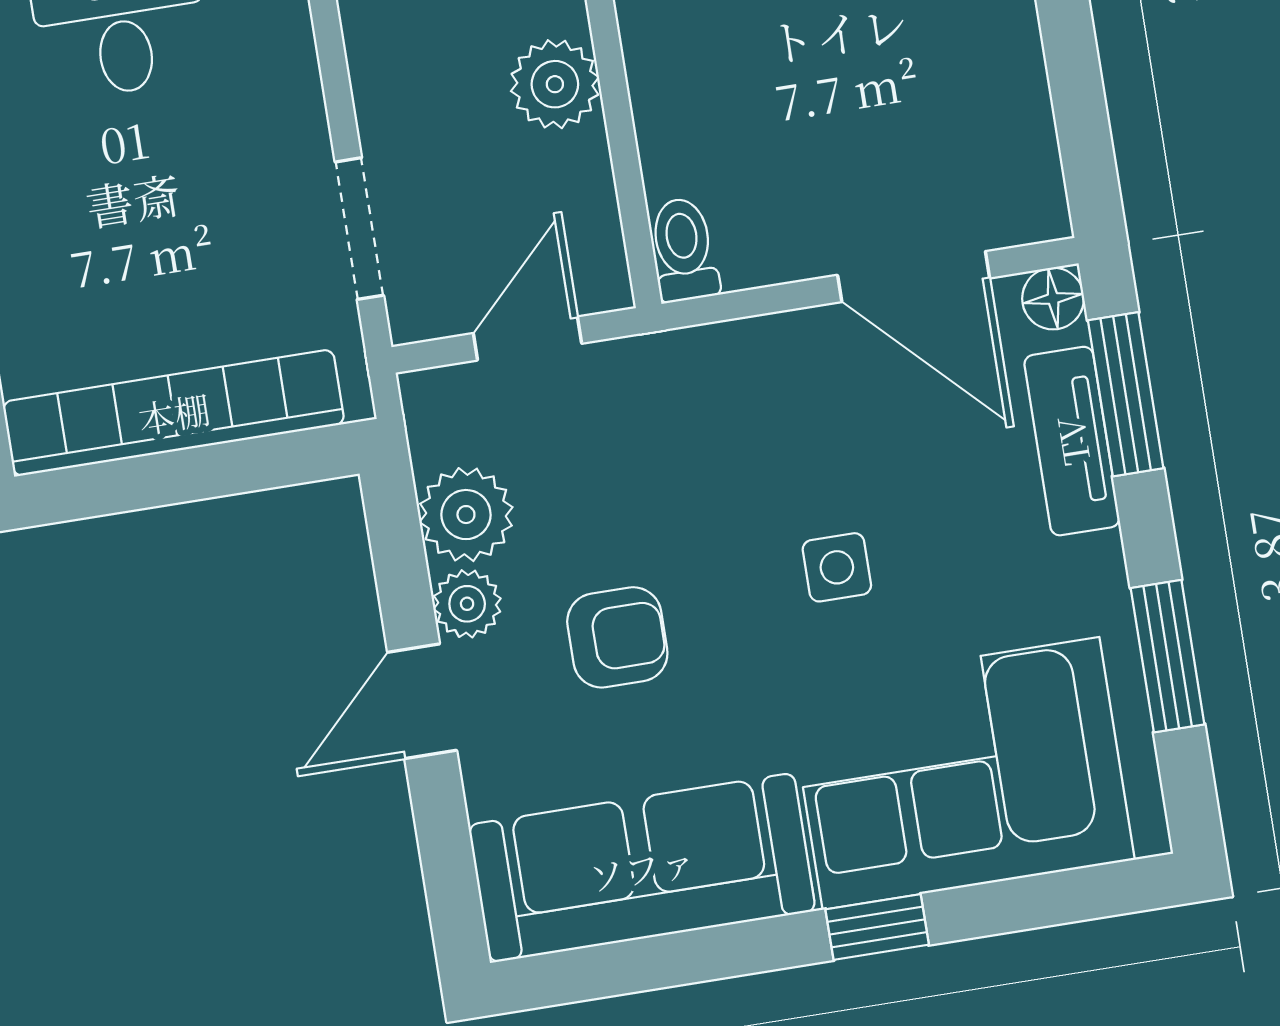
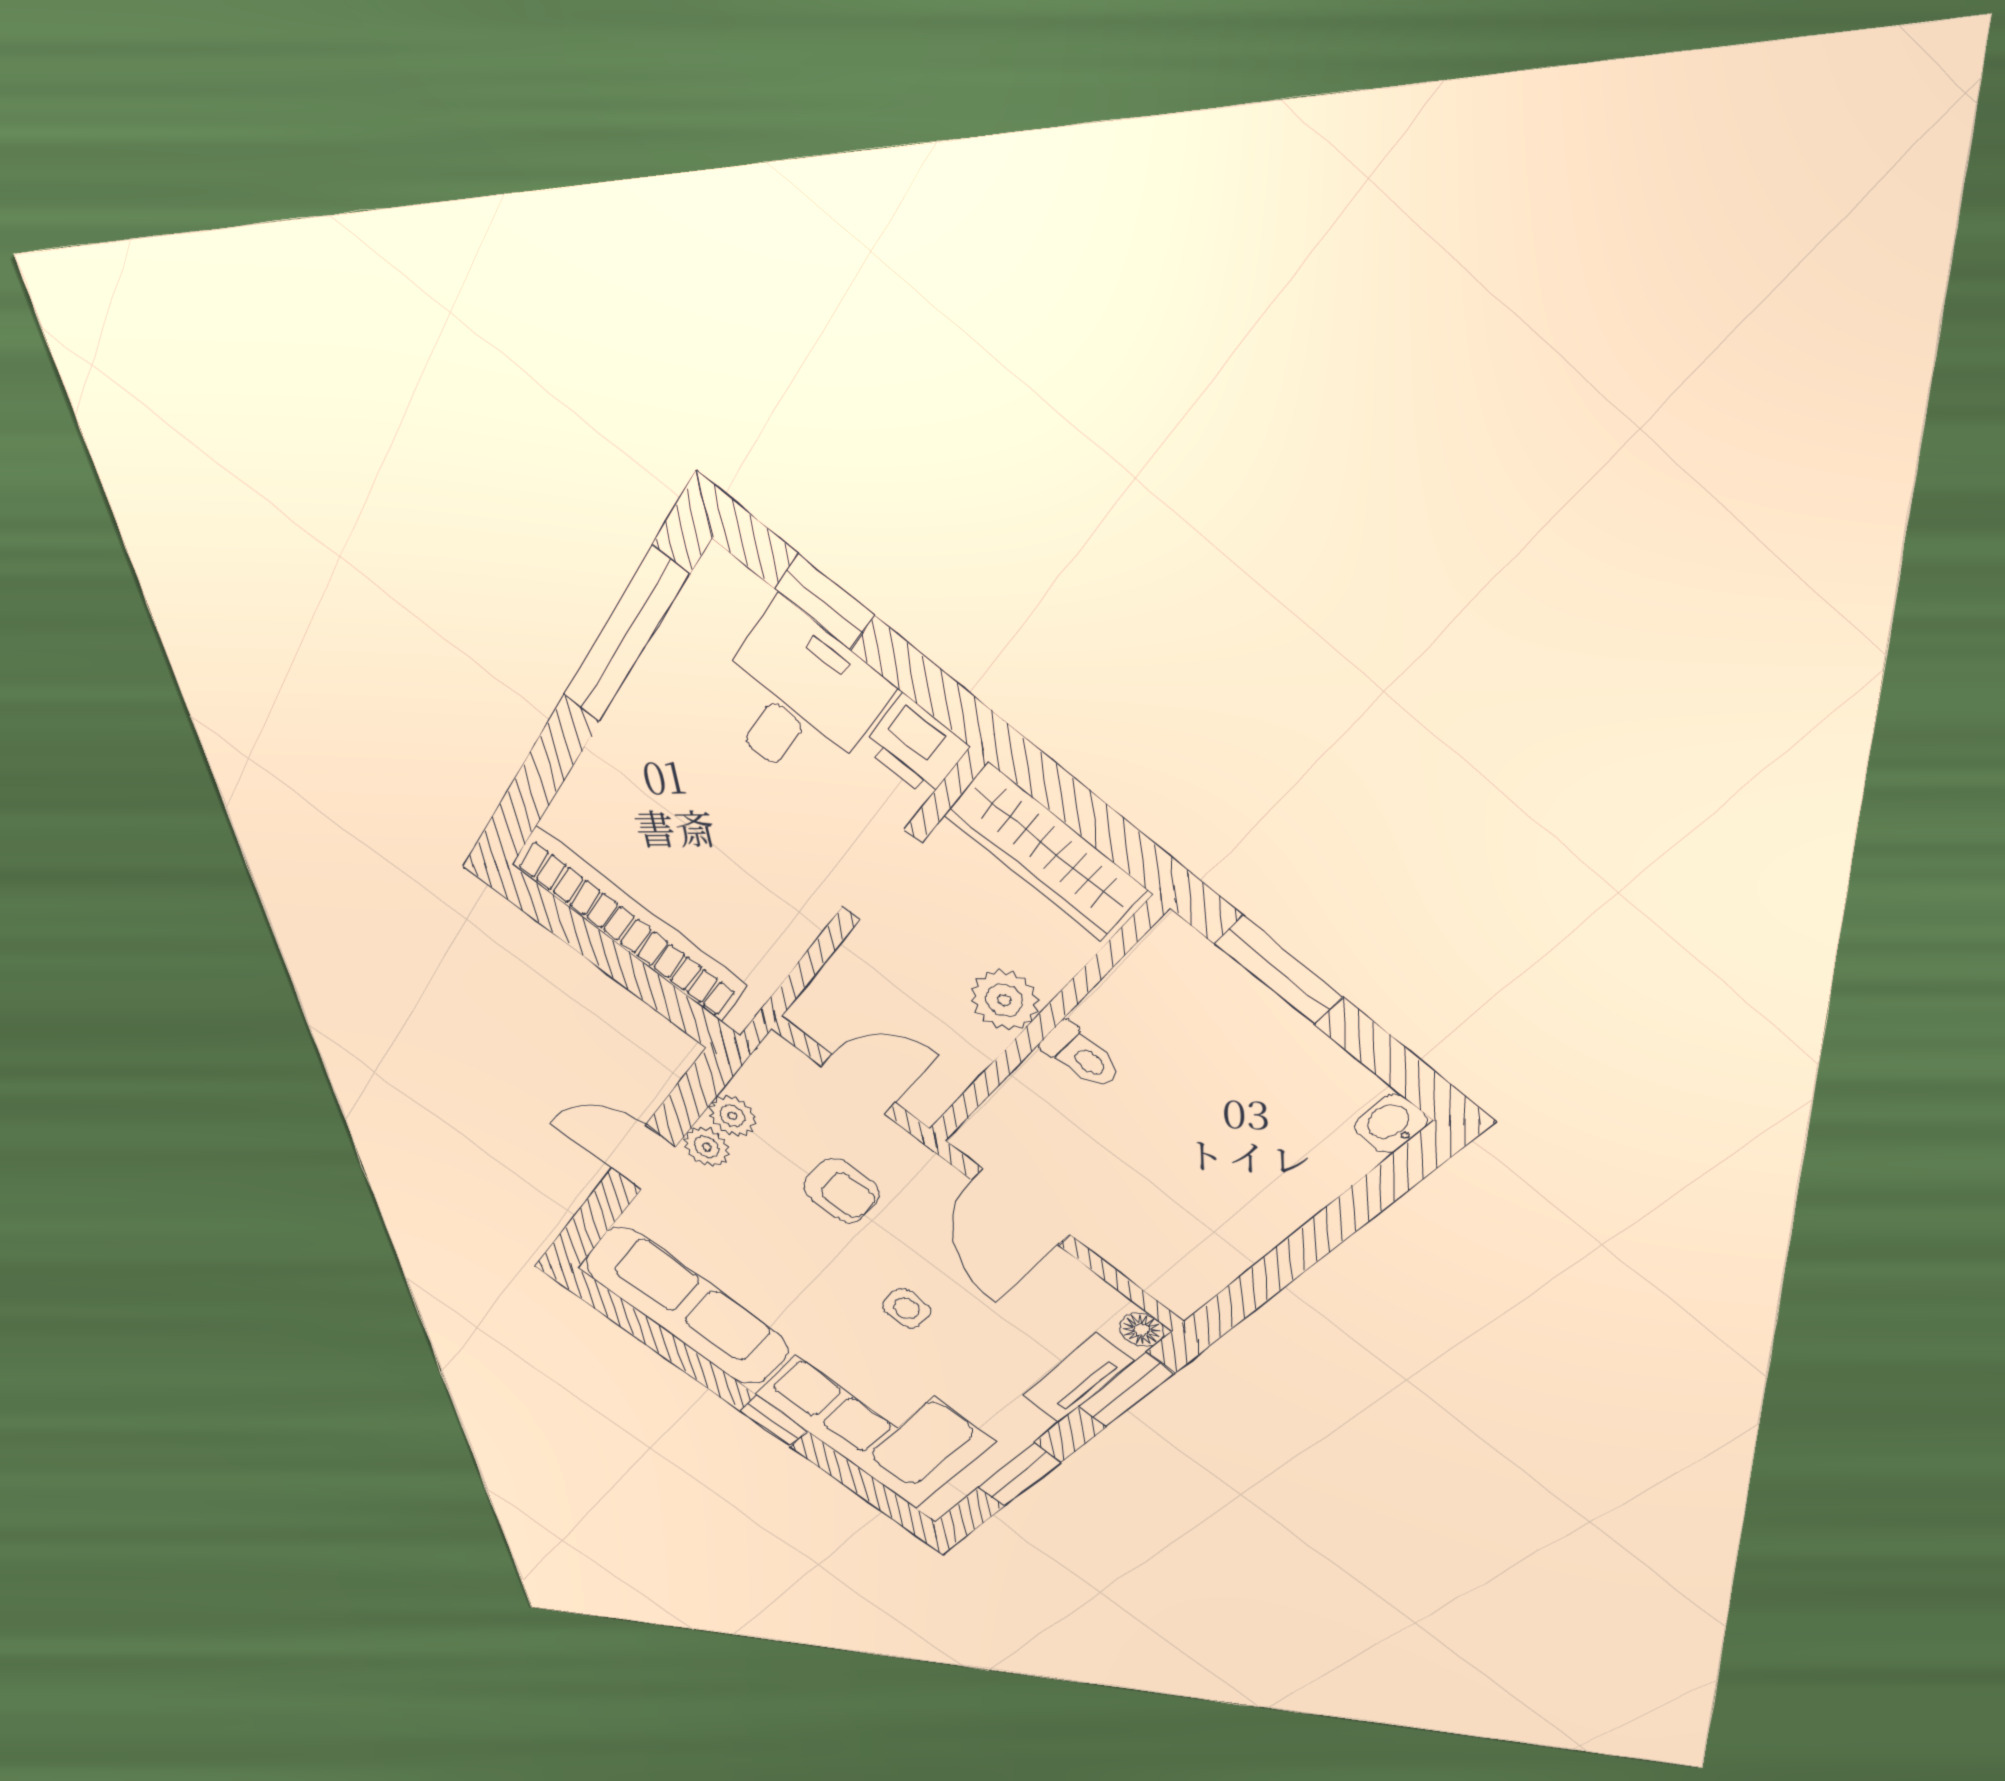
doorway: (359, 229) -> (882, 875), moved
toilet: (684, 250) -> (1081, 1056), moved, turned 90
door: (914, 277) -> (1021, 1207), moved
plant: (466, 515) -> (733, 1116), width x0.73, depth x0.73
armchair: (617, 637) -> (841, 1191), moved

